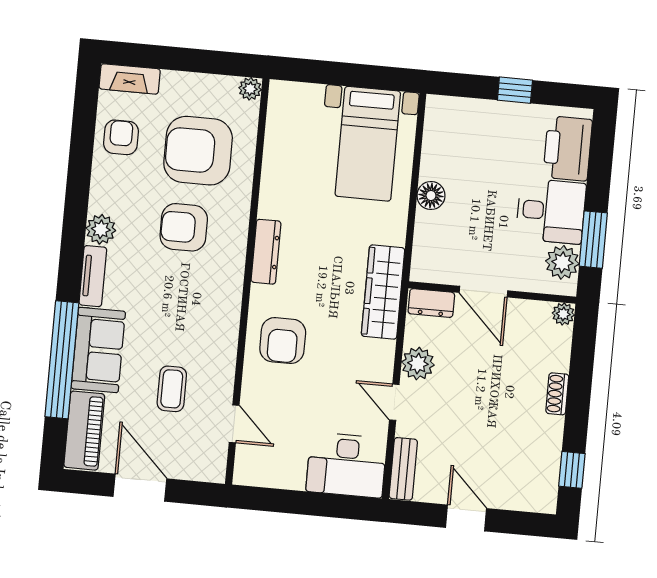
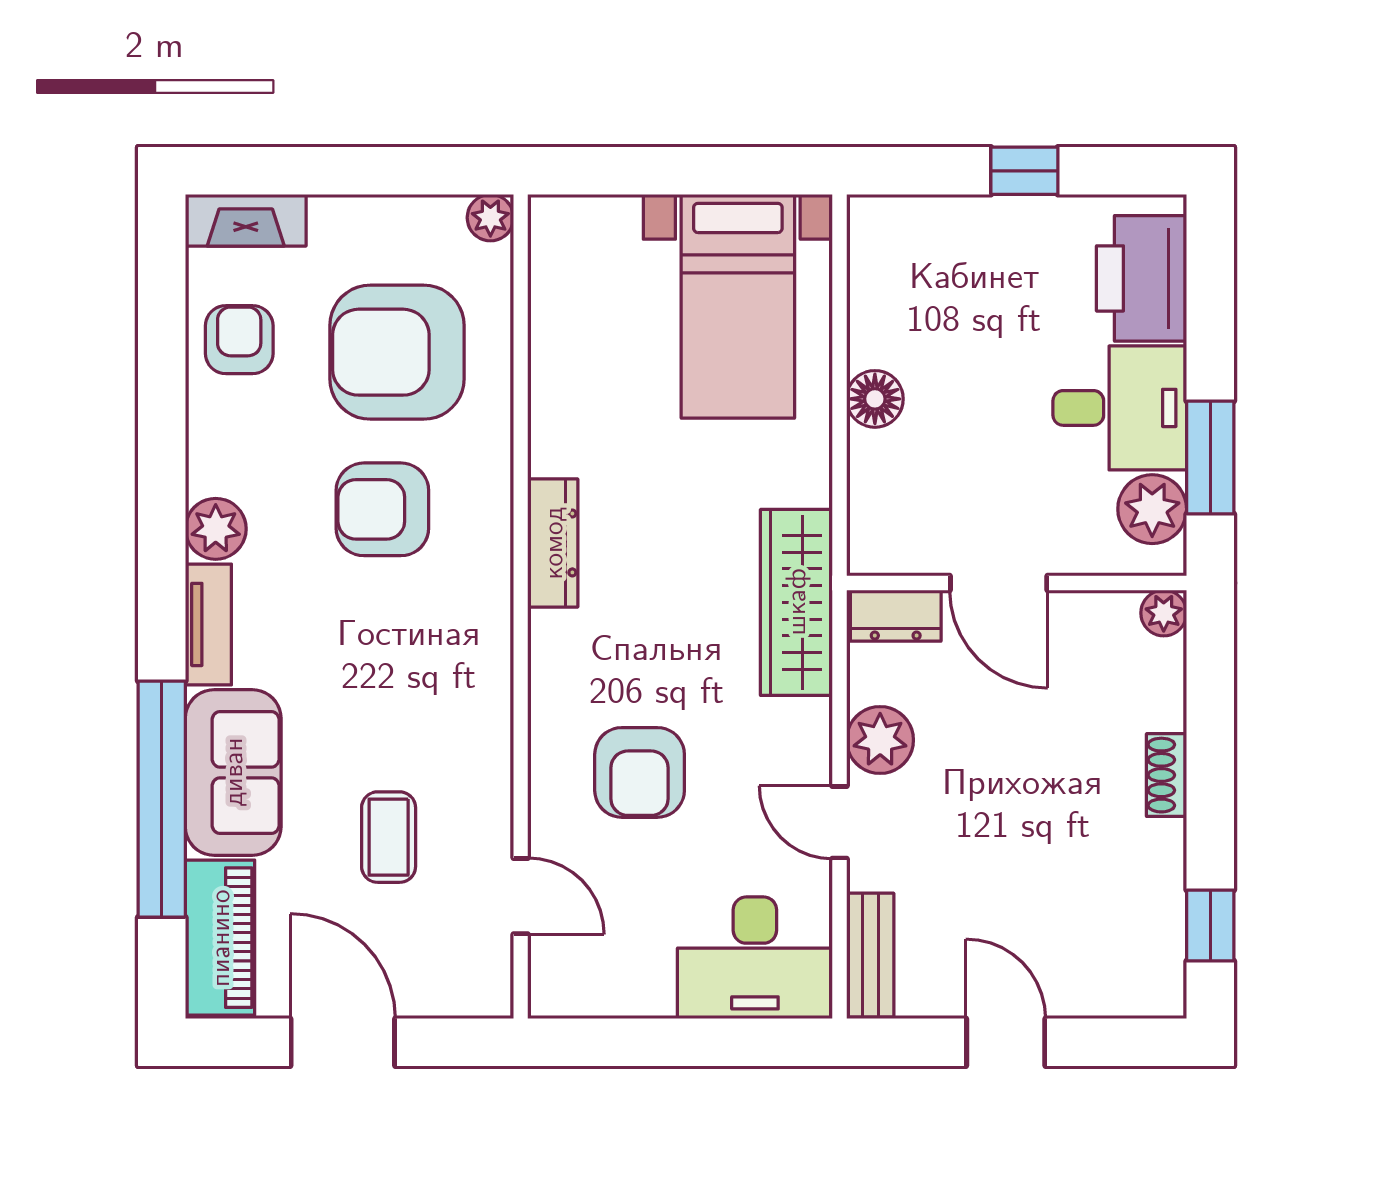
armchair: (283, 341) -> (640, 772), moved

